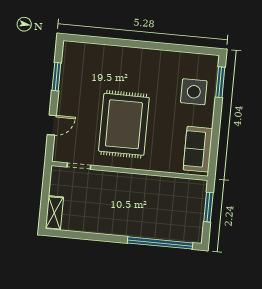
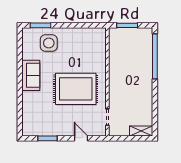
sofa: (198, 149) -> (31, 75), moved, turned -90

